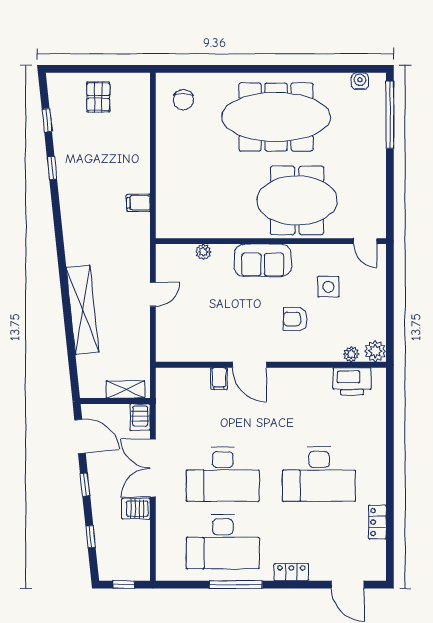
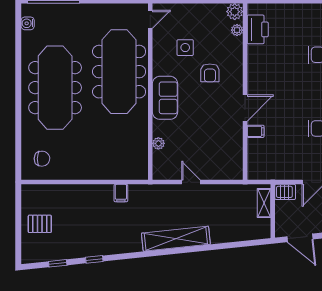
meeting table: (297, 200) -> (119, 72), width x1.36
shelving: (83, 310) -> (176, 239), moved
door: (80, 436) -> (300, 238), swing flipped

